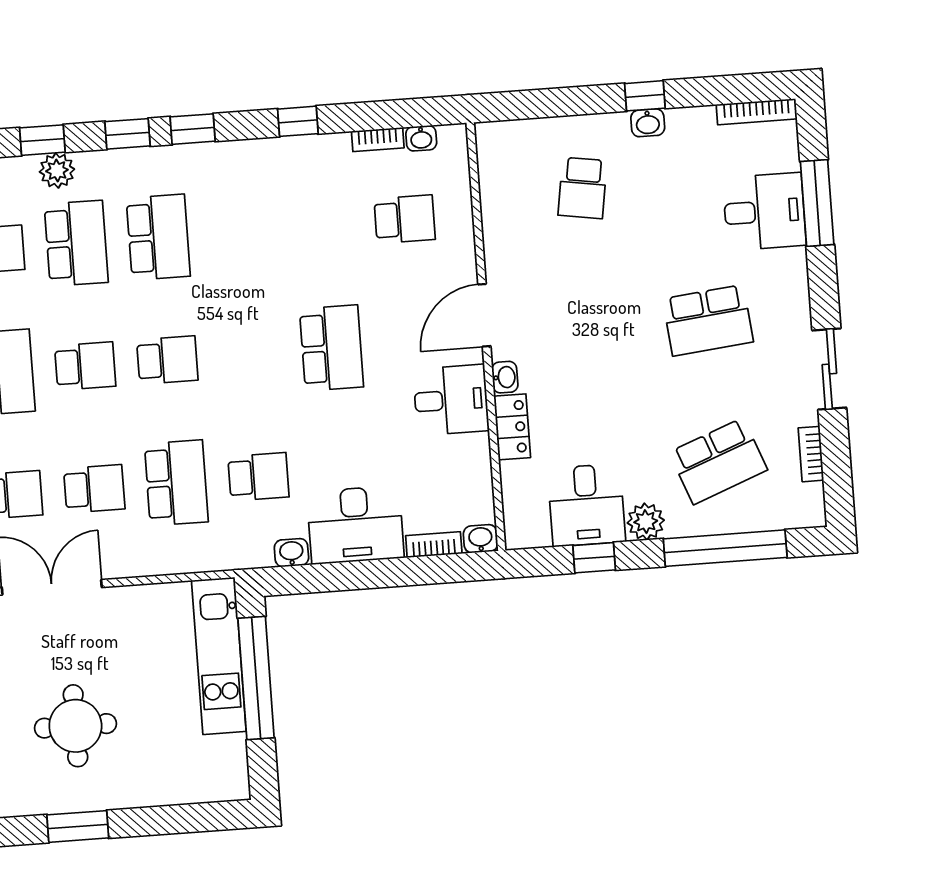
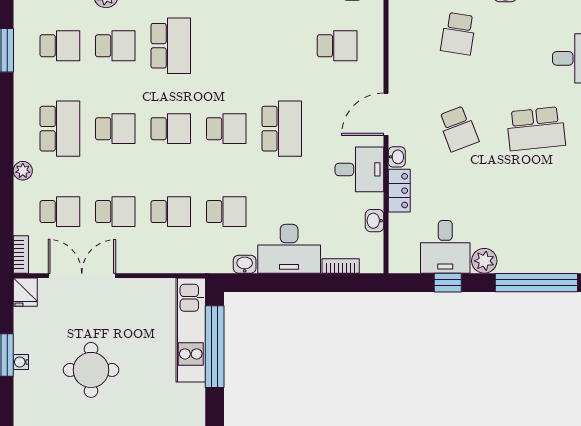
school desk: (76, 243) -> (115, 46), width x0.54
school desk: (249, 354) -> (226, 129), added
school desk: (718, 461) -> (458, 129), moved, width x0.54
school desk: (176, 483) -> (171, 212), width x0.54
washbasin: (481, 539) -> (375, 221), moved, turned -90

